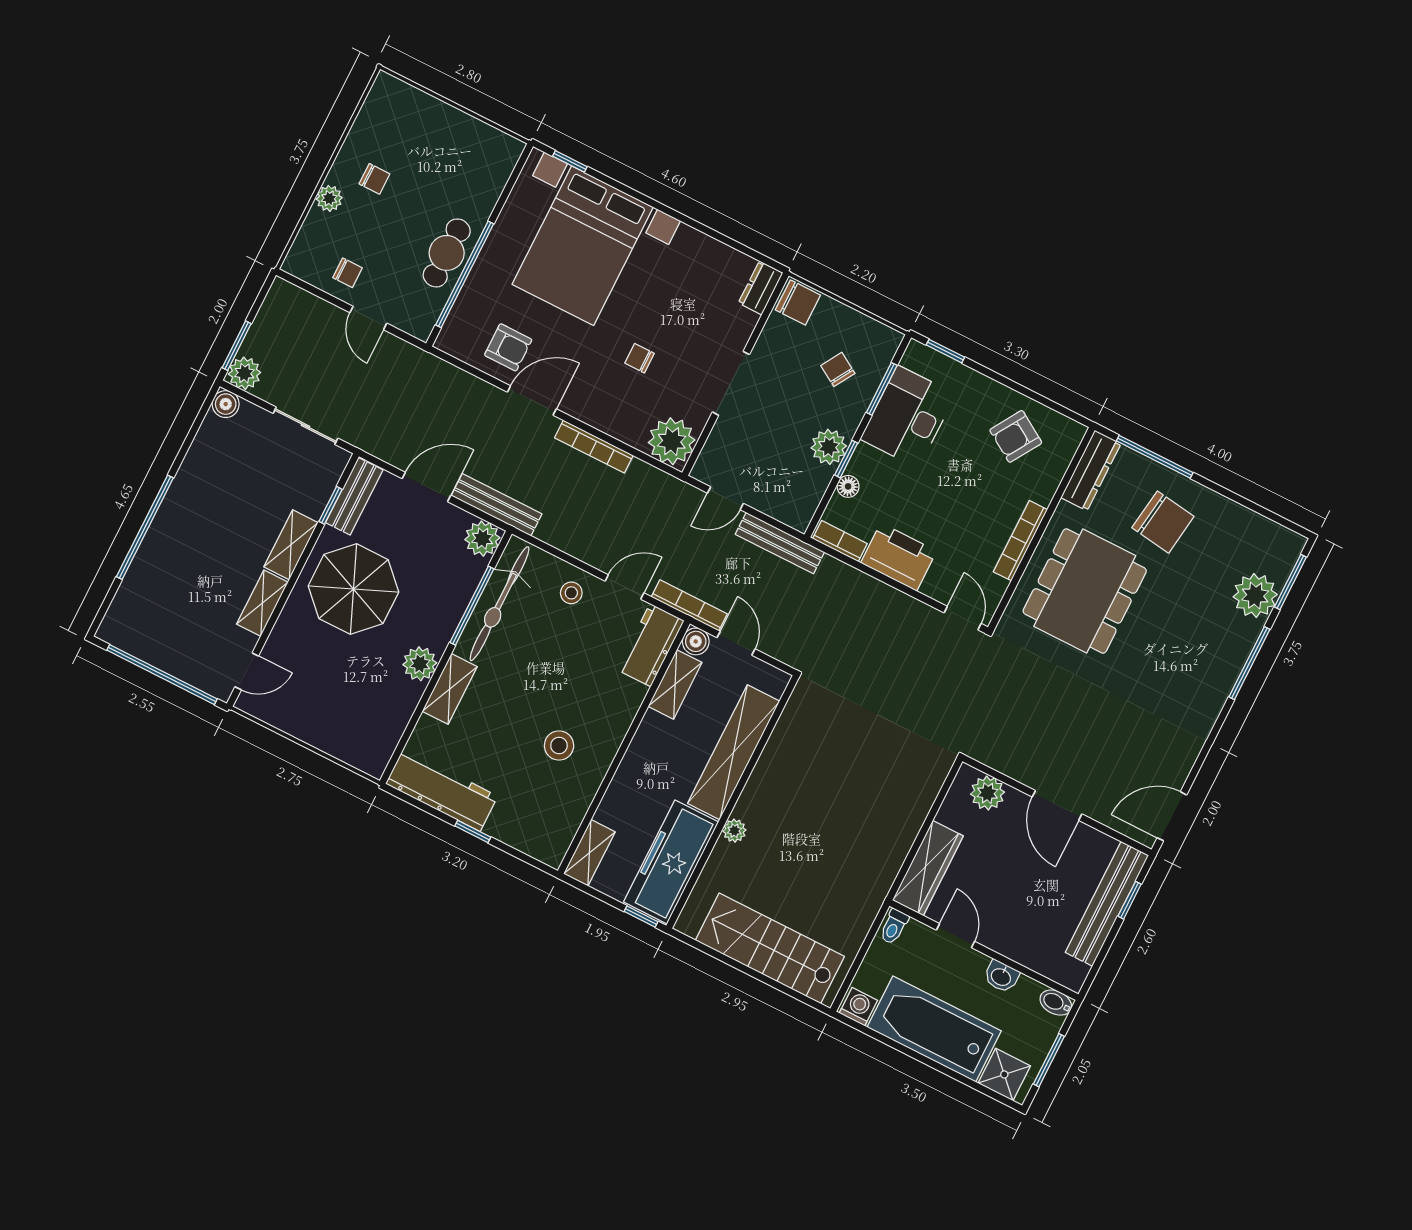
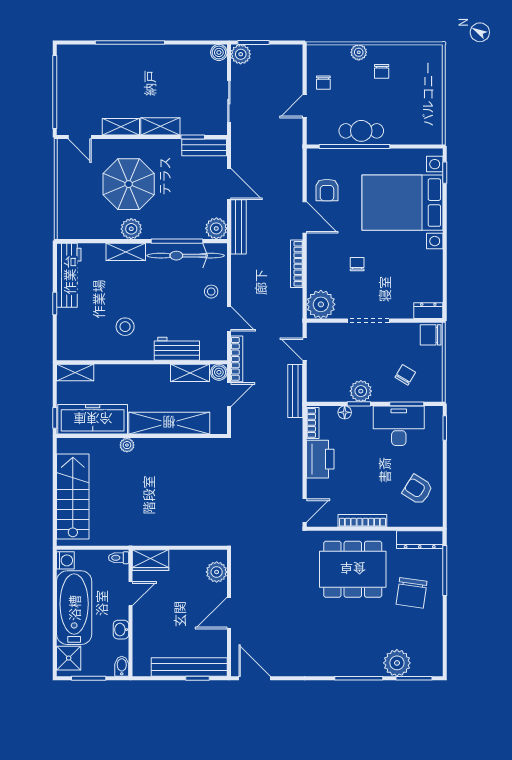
chair: (798, 303) -> (431, 335), turned 90
parasol: (353, 589) -> (129, 184), moved
workbench: (650, 645) -> (177, 349), moved
wardrobe: (928, 868) -> (151, 560), width x0.67

